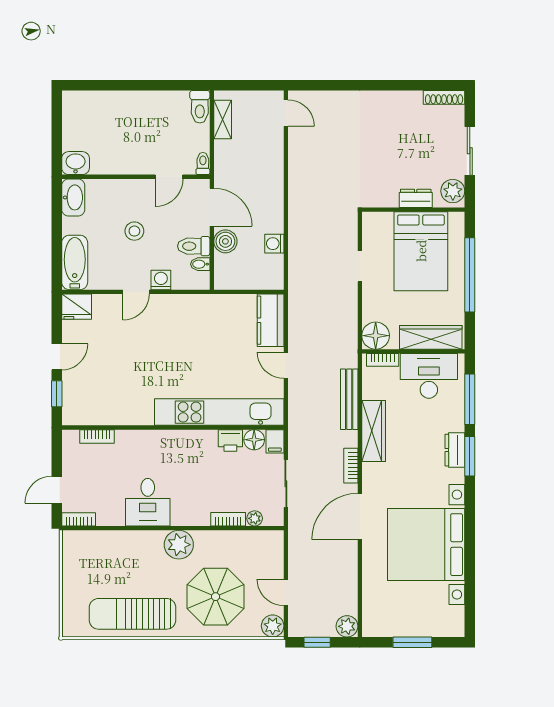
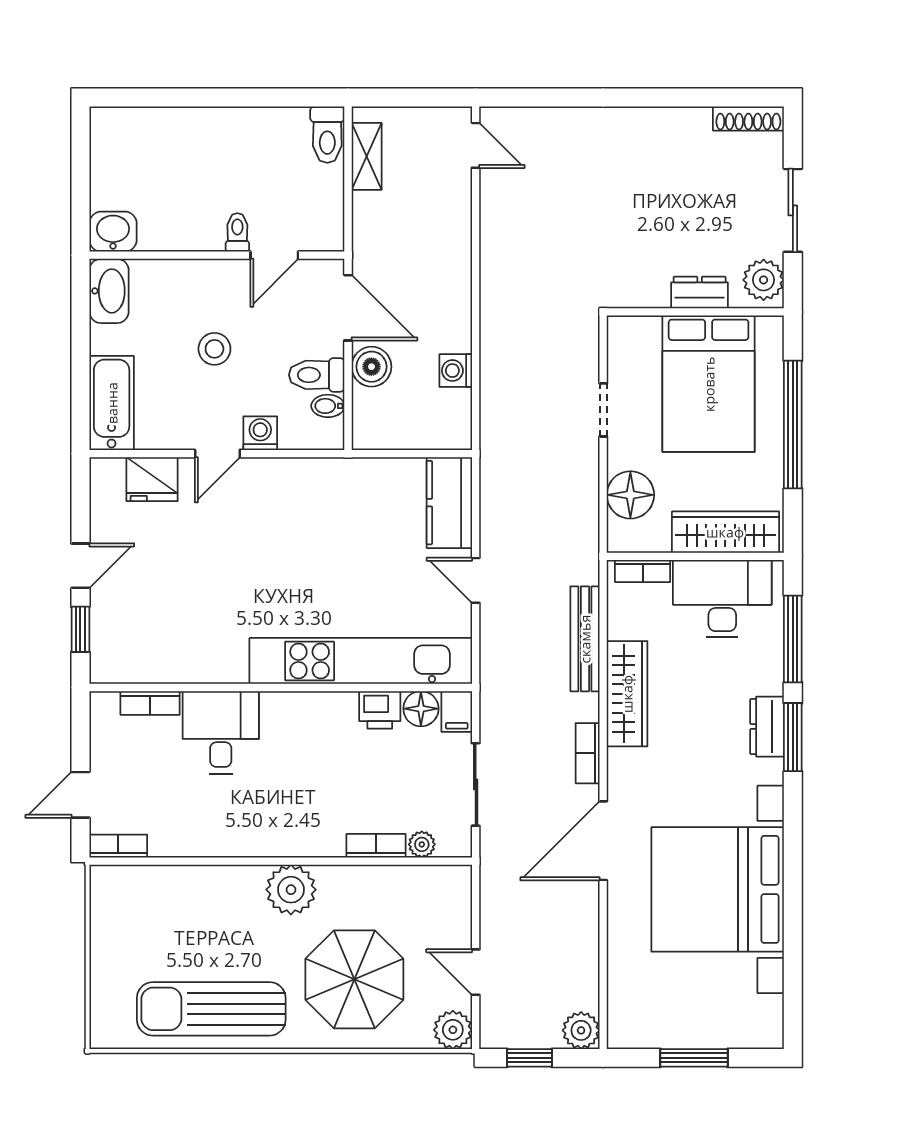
toilet: (203, 163) -> (237, 232), moved
fridge: (77, 307) -> (152, 479), moved
floor lamp: (376, 336) -> (630, 495), moved
desk: (148, 502) -> (221, 732), moved, turned 180

